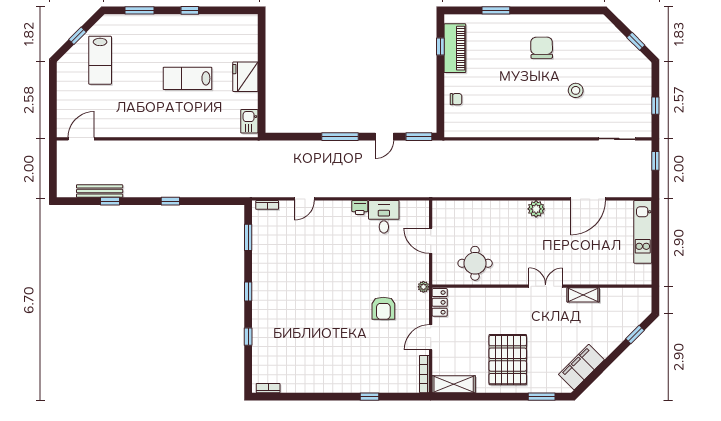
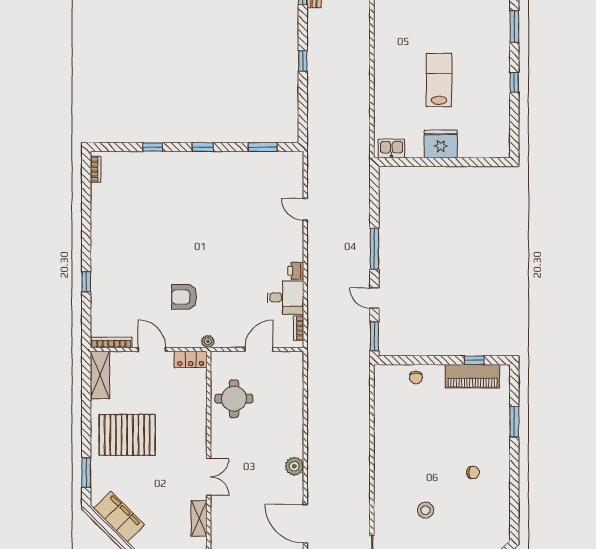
chair: (542, 48) -> (473, 472), width x0.54, depth x0.54
bookcase: (267, 205) -> (299, 328), moved

